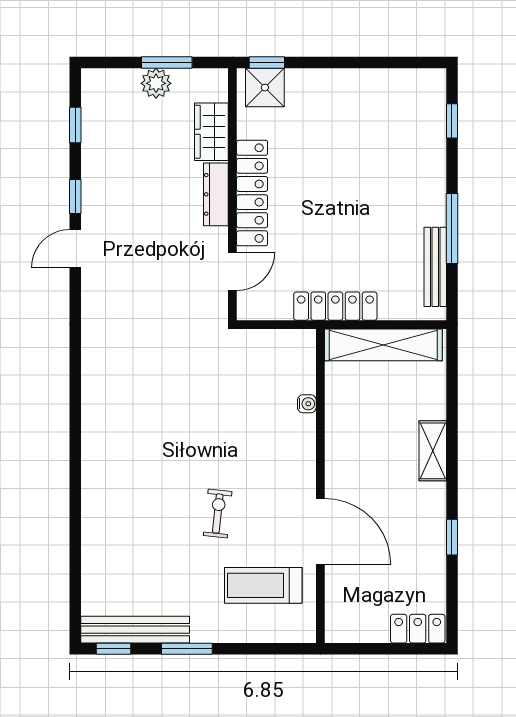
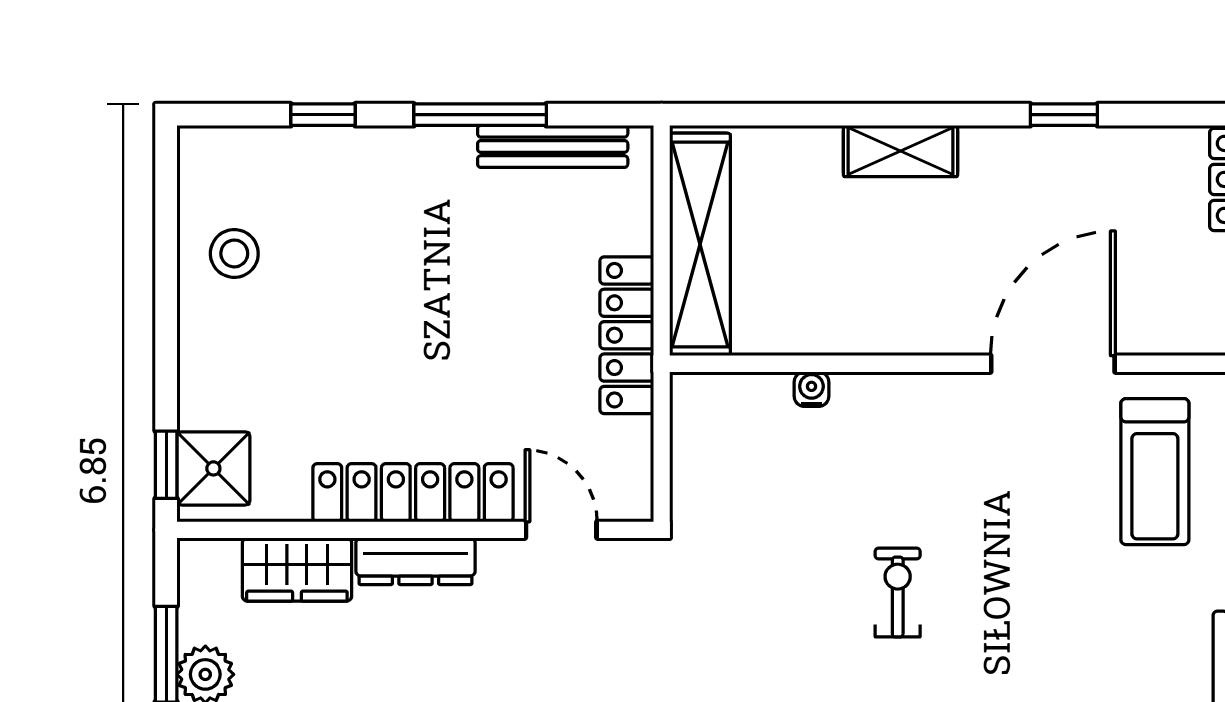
stool: (379, 99) -> (234, 253), added
window: (452, 121) -> (323, 115), moved
exercise bike: (218, 513) -> (898, 593), moved, turned 84

